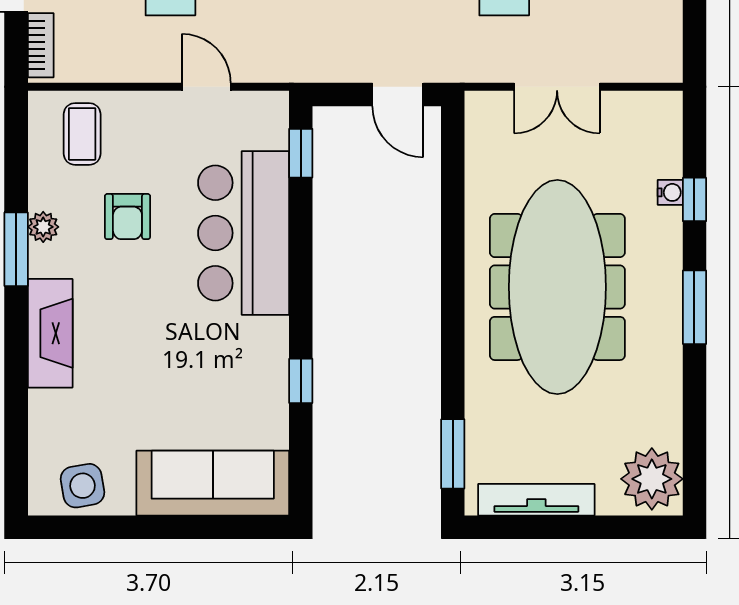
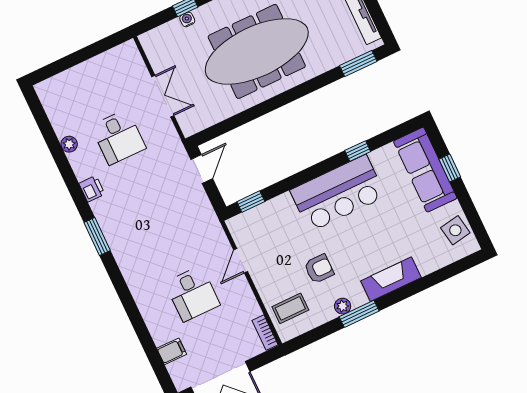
bookcase: (41, 45) -> (265, 333), moved, turned -90
bar counter: (244, 233) -> (338, 193), moved
window: (196, 527) -> (450, 168), added

